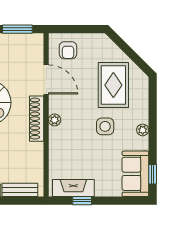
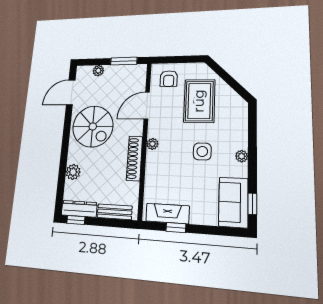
door: (46, 79) -> (147, 106), swing flipped
rug: (113, 85) -> (199, 101), moved
shoe rack: (37, 119) -> (134, 158), moved

